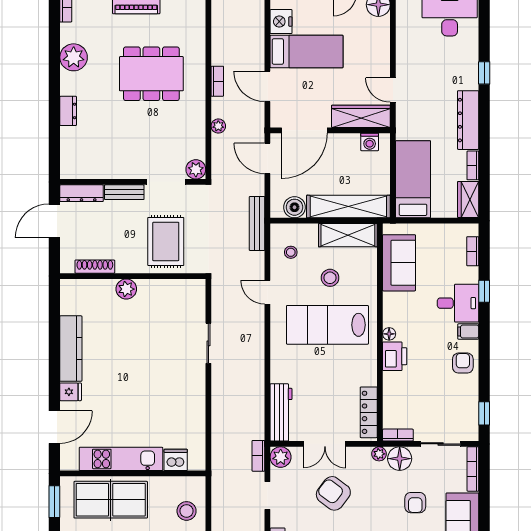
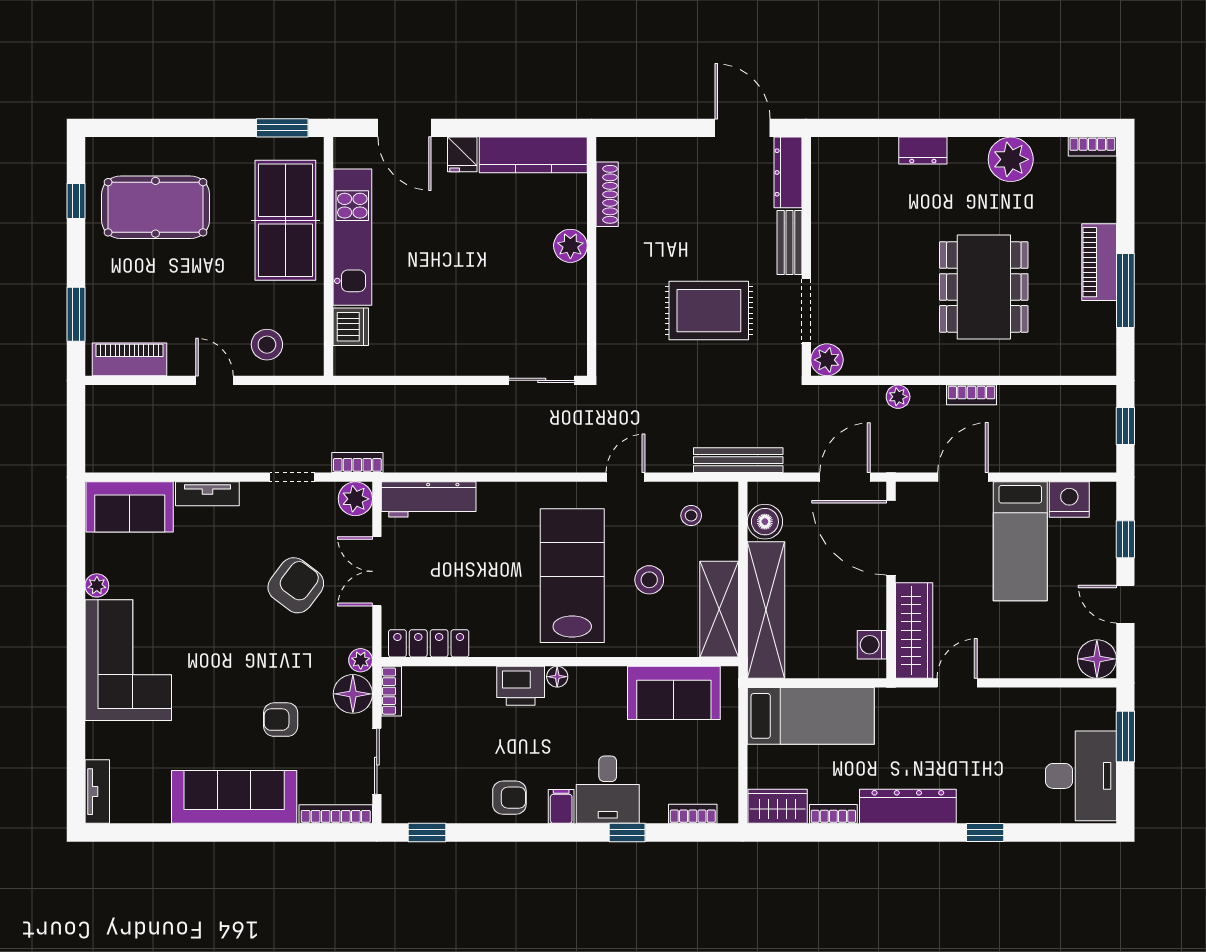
shoe rack: (95, 267) -> (607, 194), moved
wall: (133, 276) -> (592, 256), moved
plant: (126, 289) -> (570, 246), moved

